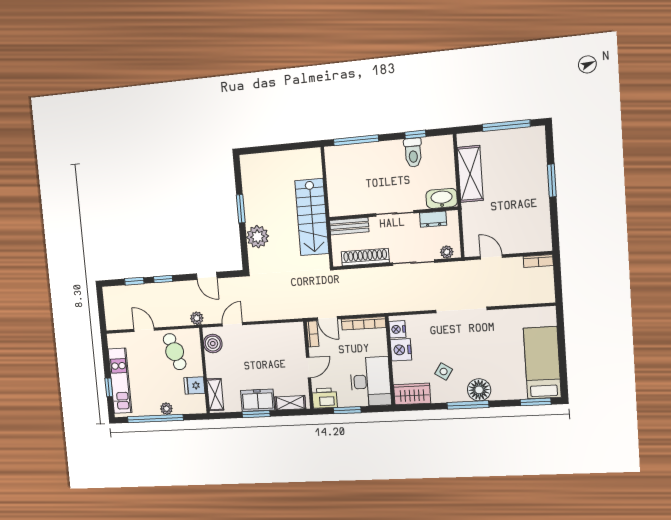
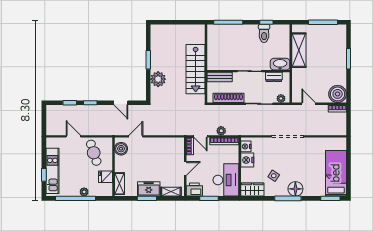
boiler: (537, 238) -> (338, 94), added
plant: (197, 318) -> (221, 131), moved

